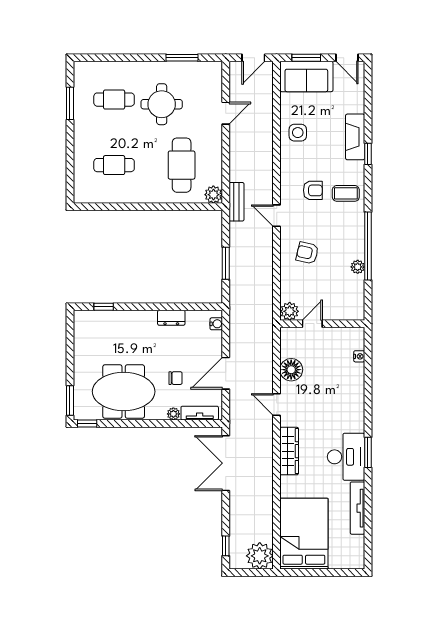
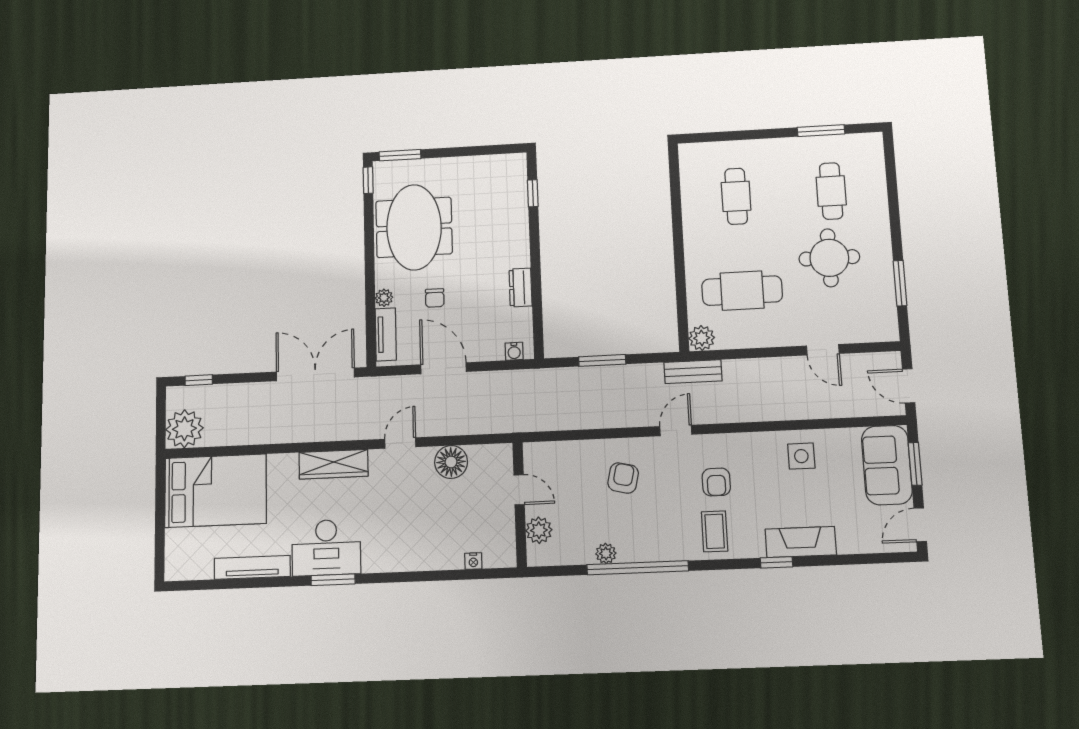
plant: (290, 311) -> (539, 530), moved

